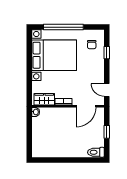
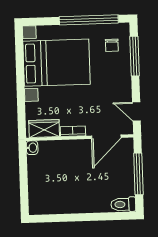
window: (63, 27) -> (89, 20), moved
window: (107, 53) -> (135, 56), width x2.17
window: (107, 132) -> (138, 174), width x2.17

